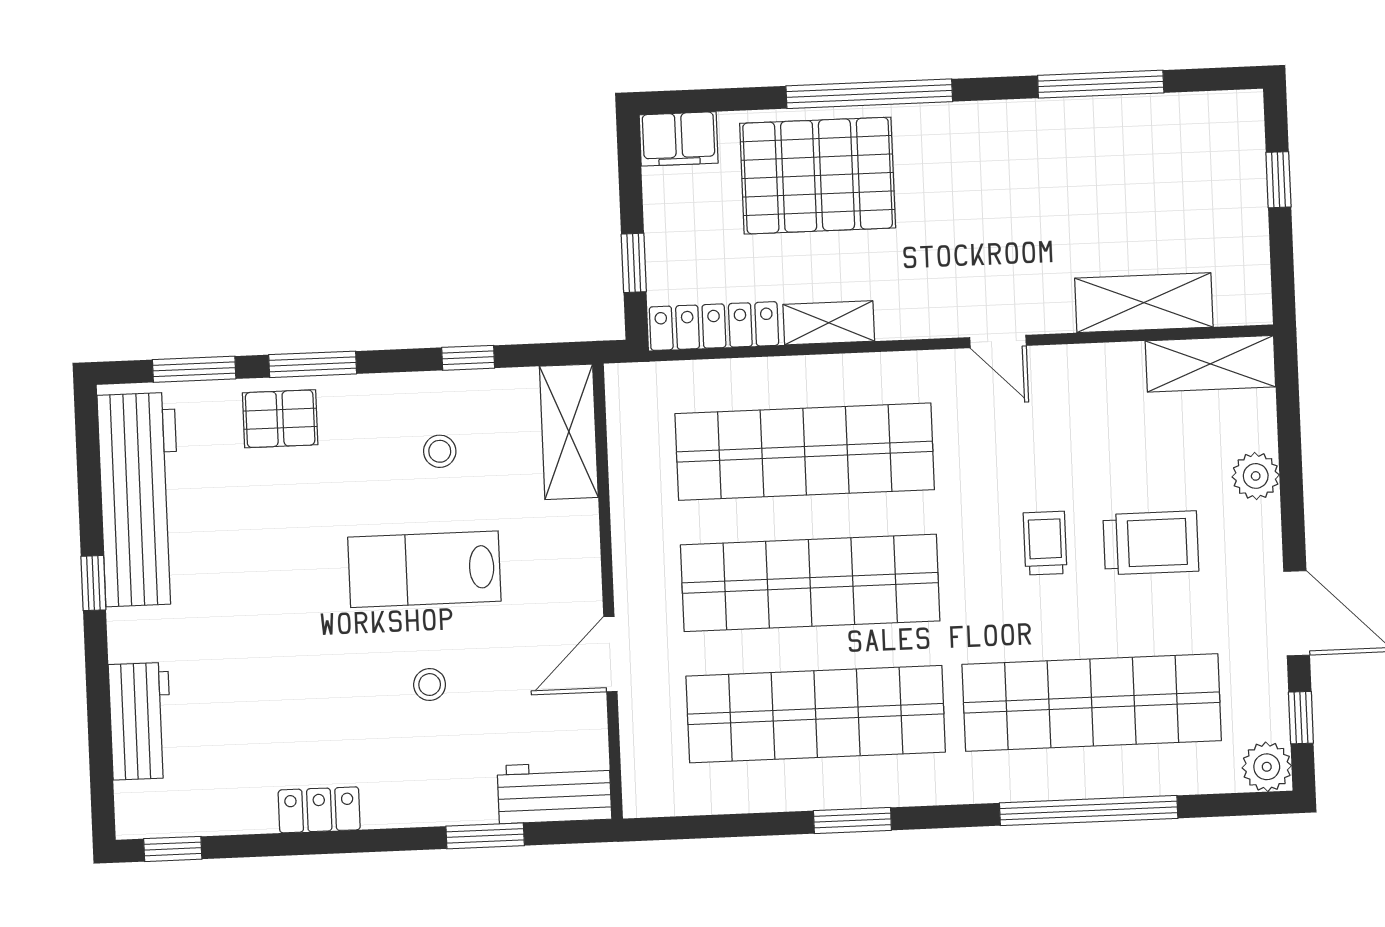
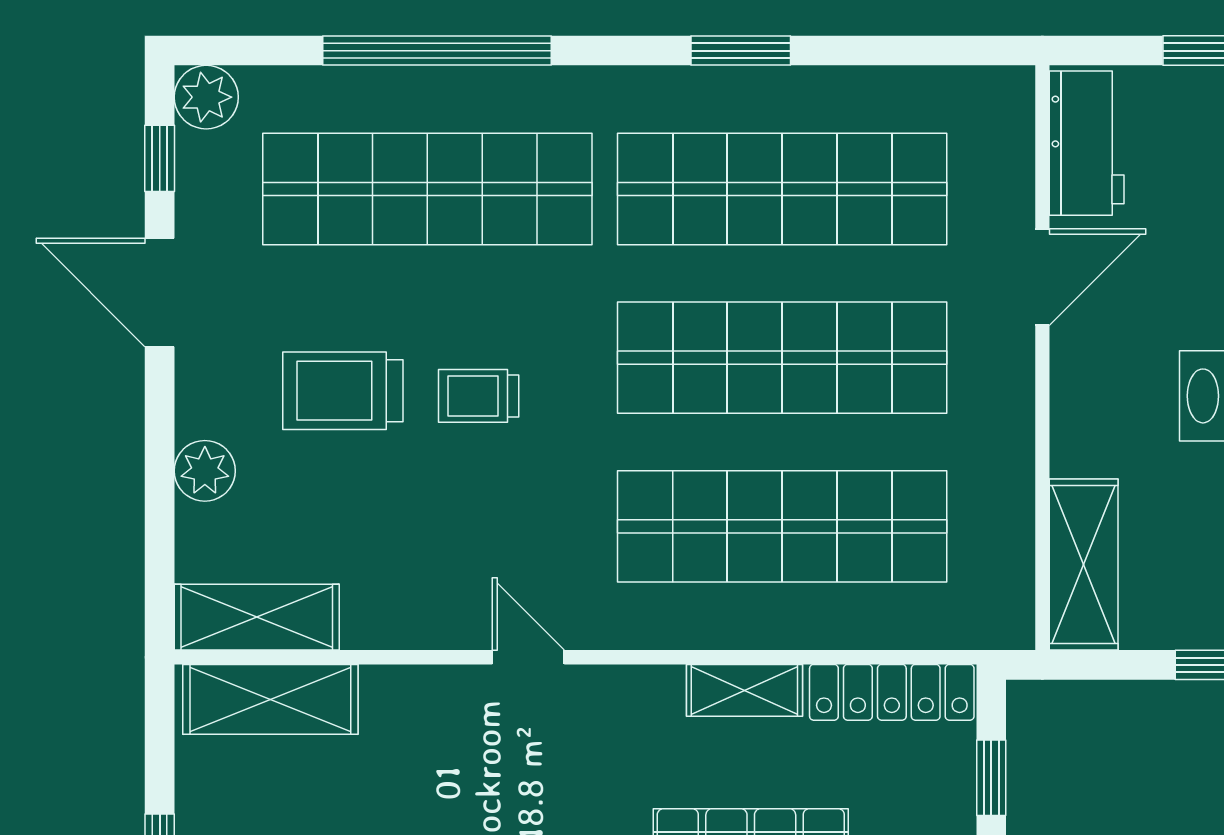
shelving: (1144, 303) -> (270, 699), moved
trolley: (1045, 543) -> (479, 396), turned 90
workbench: (554, 792) -> (1087, 143), moved, turned -90

